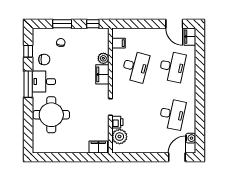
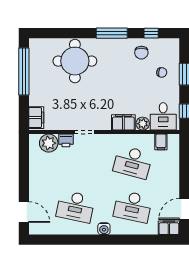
desk: (44, 82) -> (163, 116), moved, turned 180
water cooler: (191, 138) -> (104, 229), moved
window: (60, 157) -> (24, 71), added

